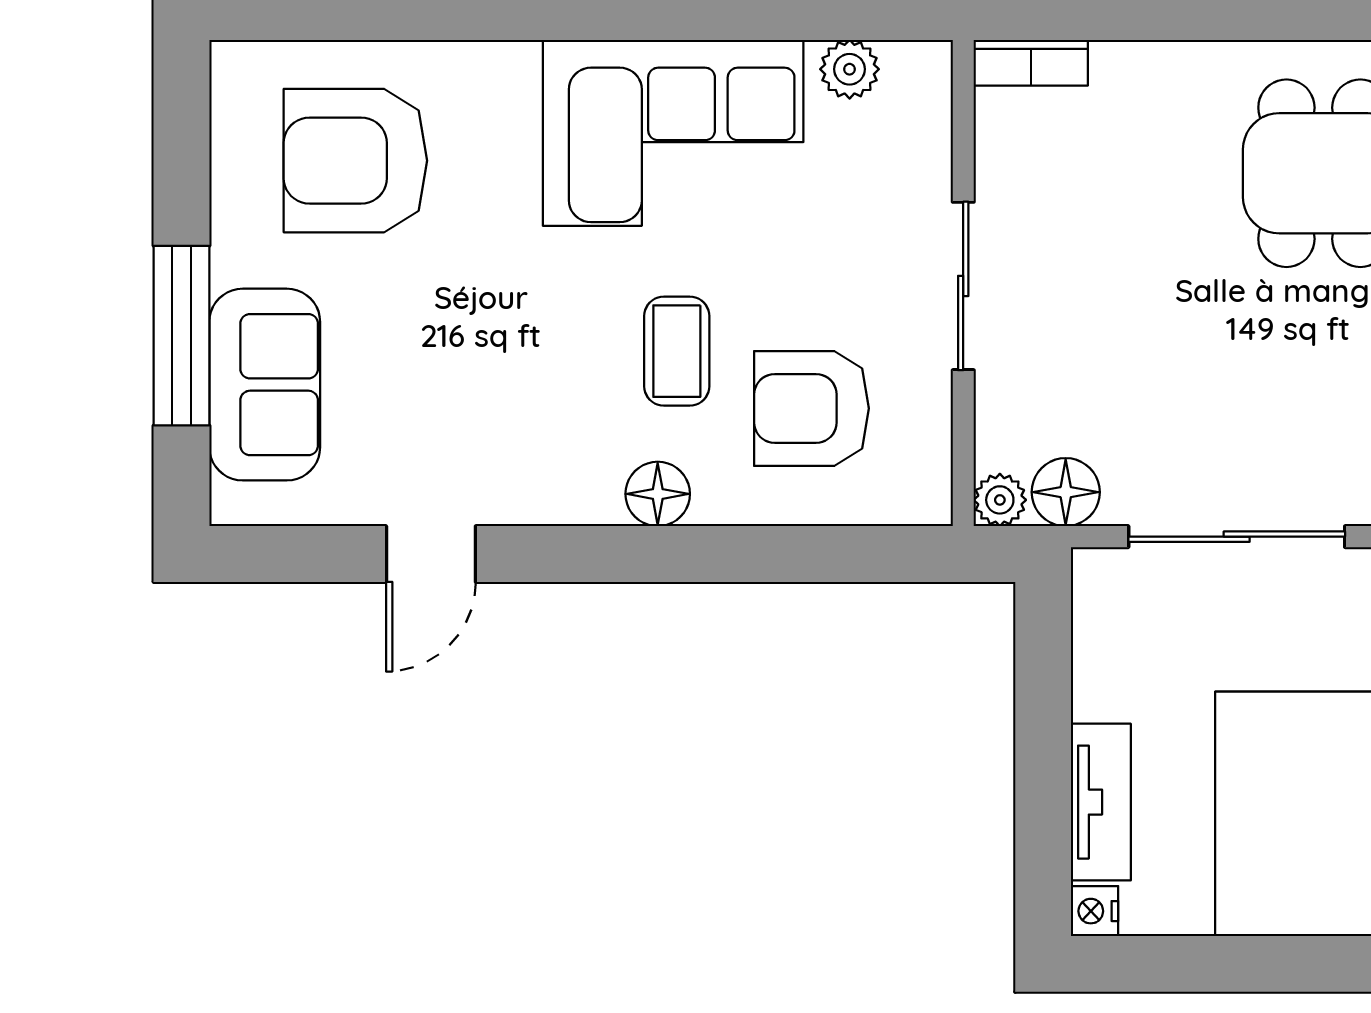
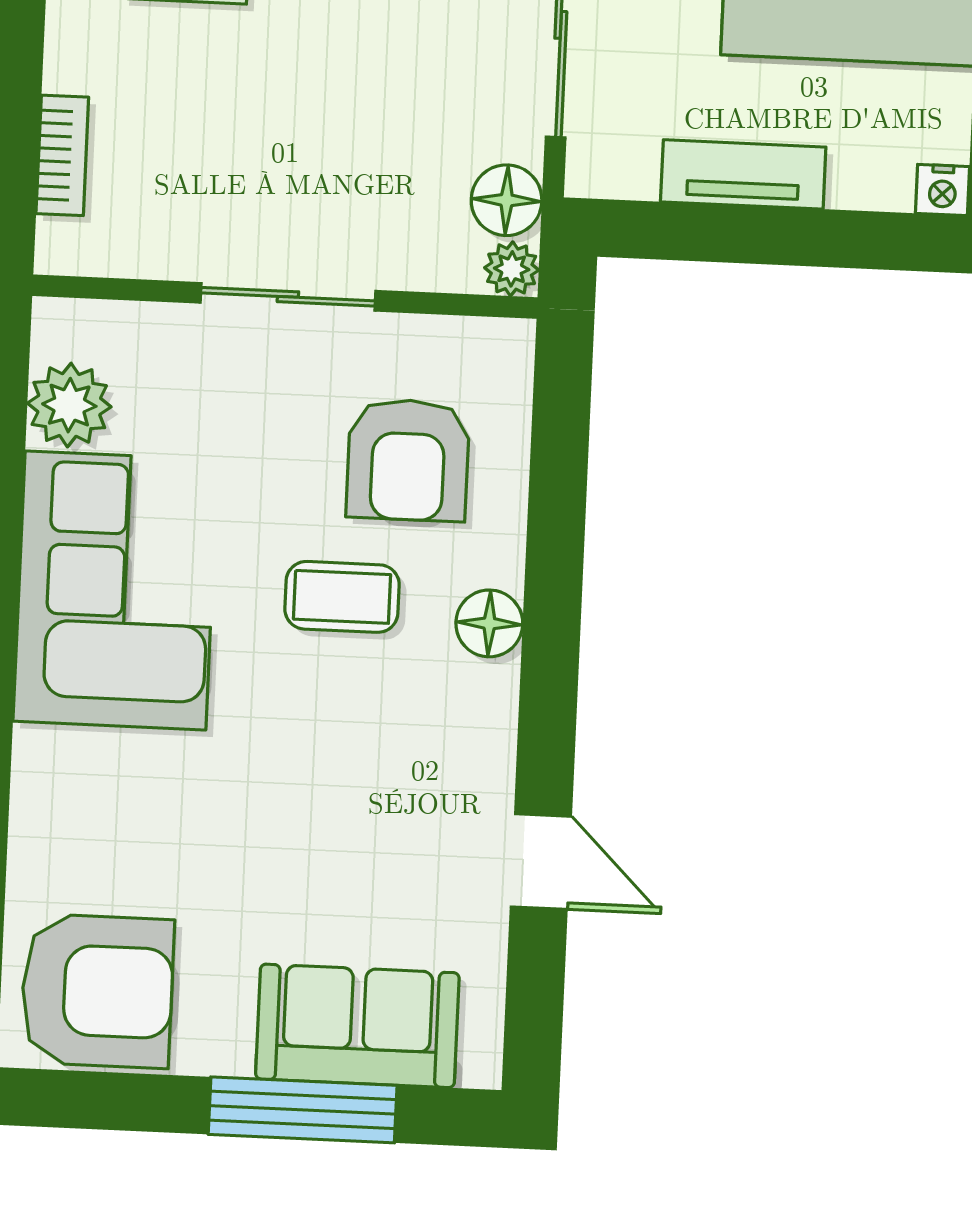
bookcase: (1031, 63) -> (62, 155), moved
plant: (850, 69) -> (69, 405), width x1.38, depth x1.38
armchair: (355, 161) -> (97, 991), moved, turned -90
tv unit: (1101, 802) -> (743, 174), moved

